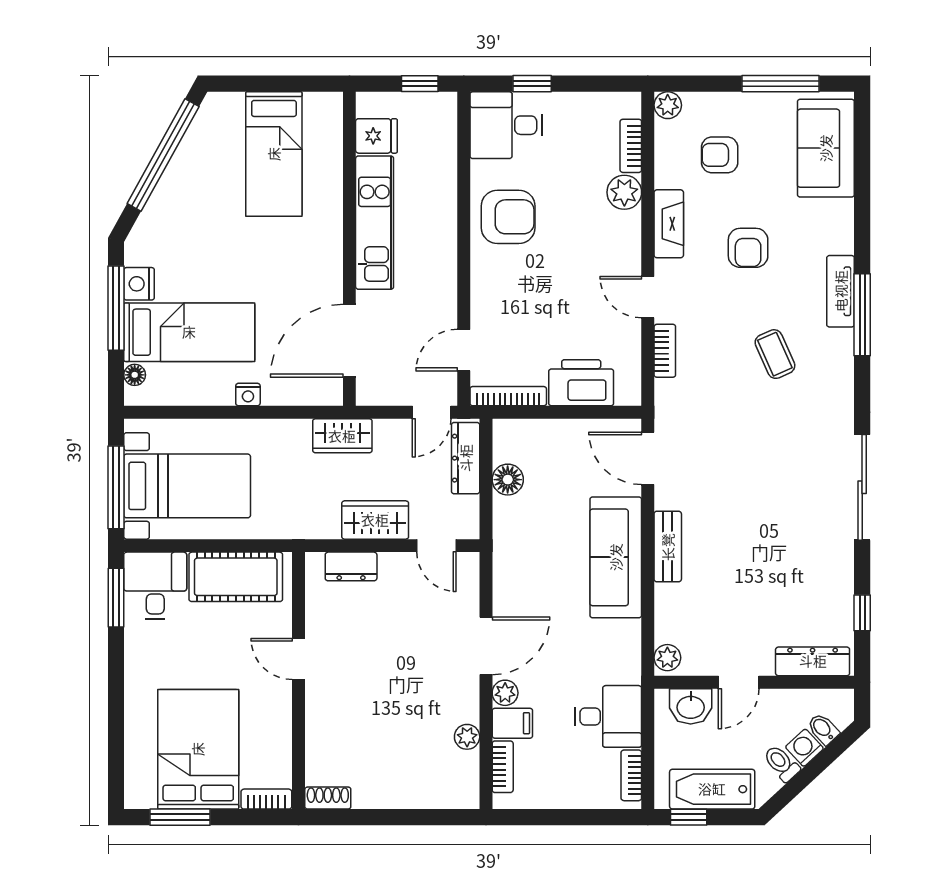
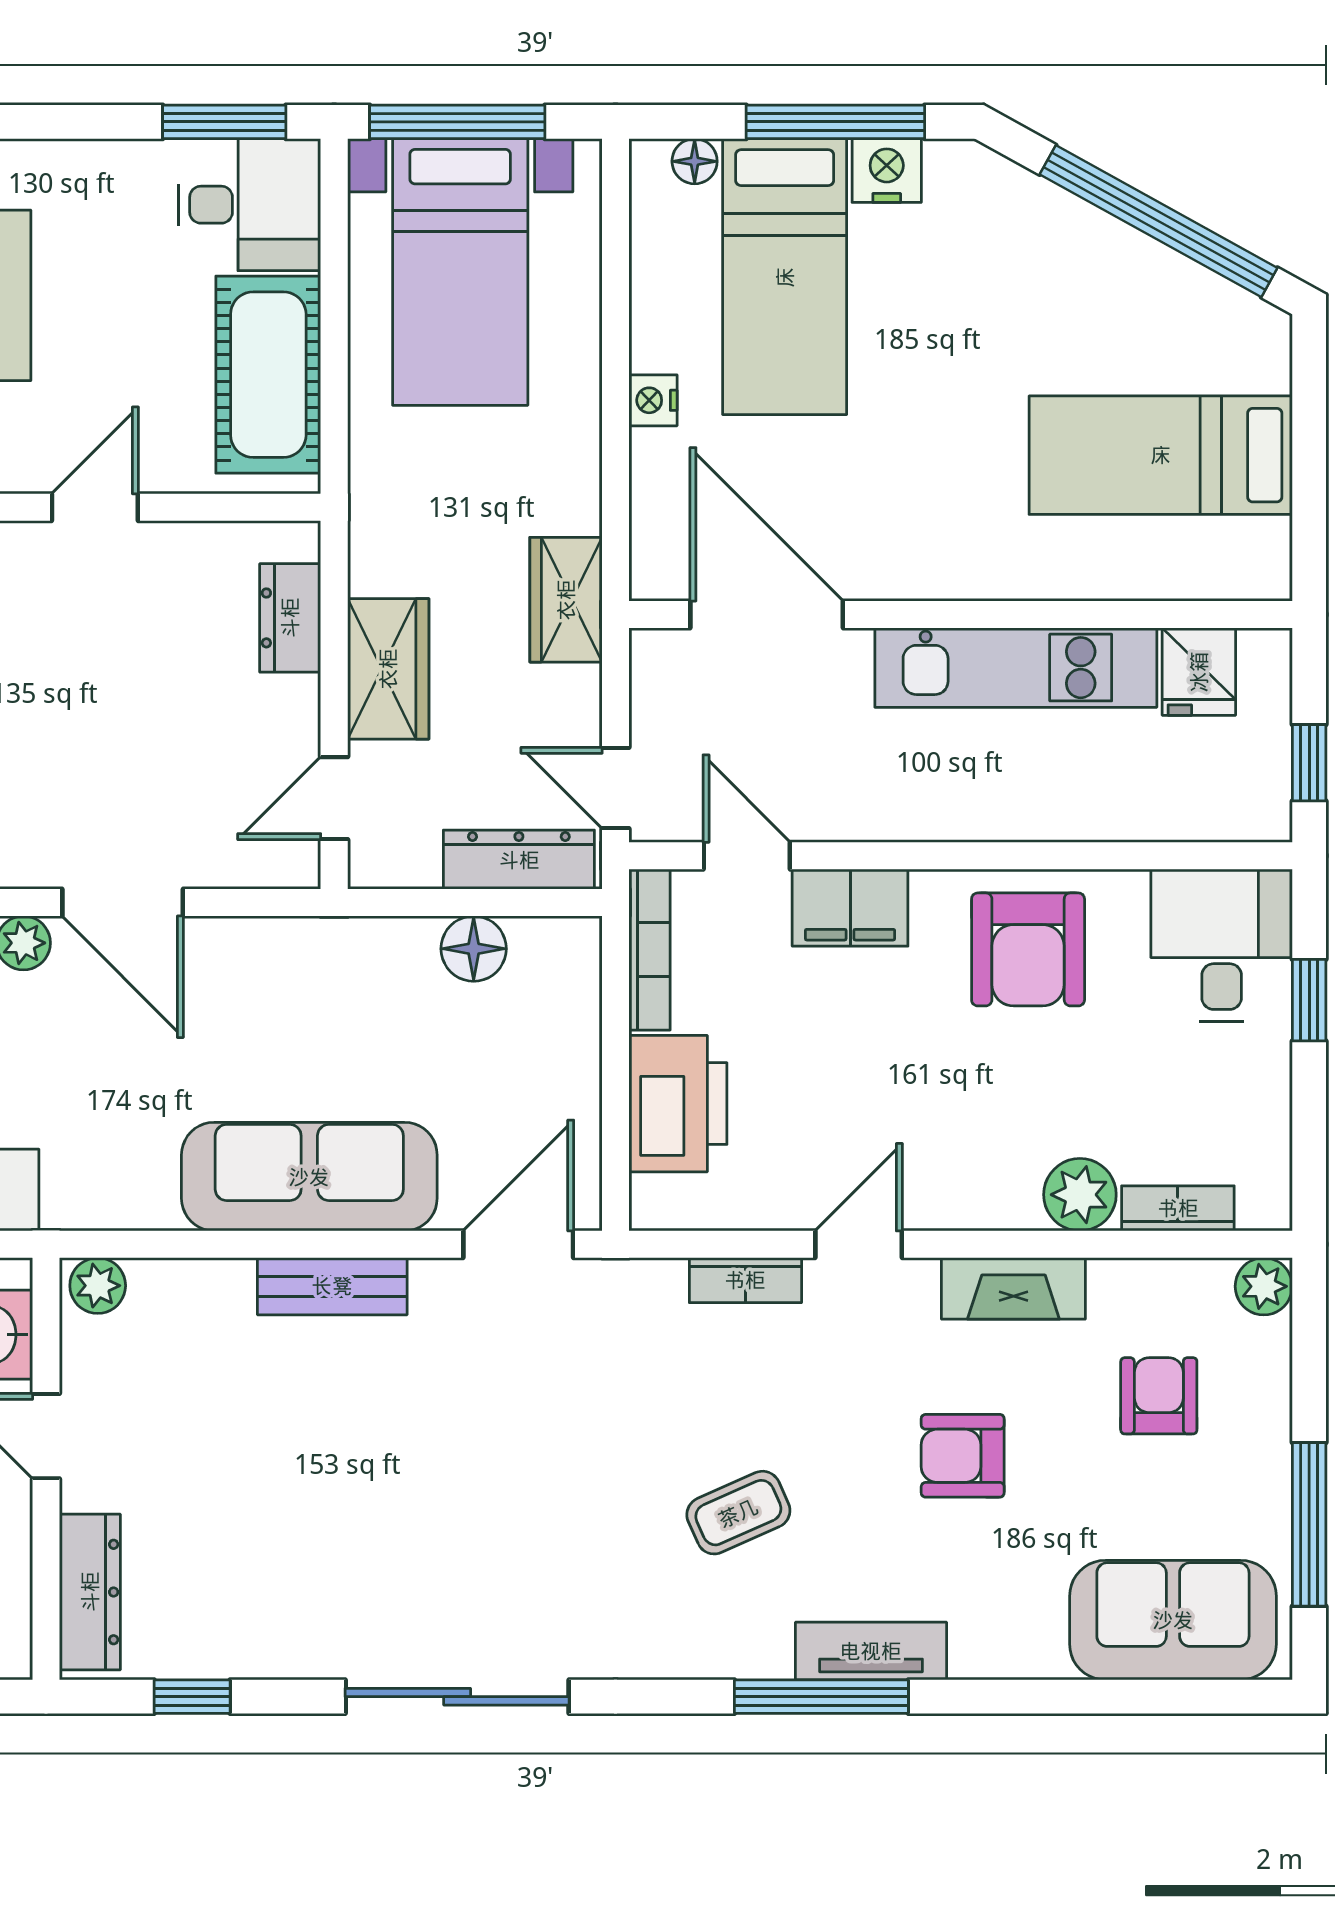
filing cabinet: (488, 301) -> (850, 908), added

